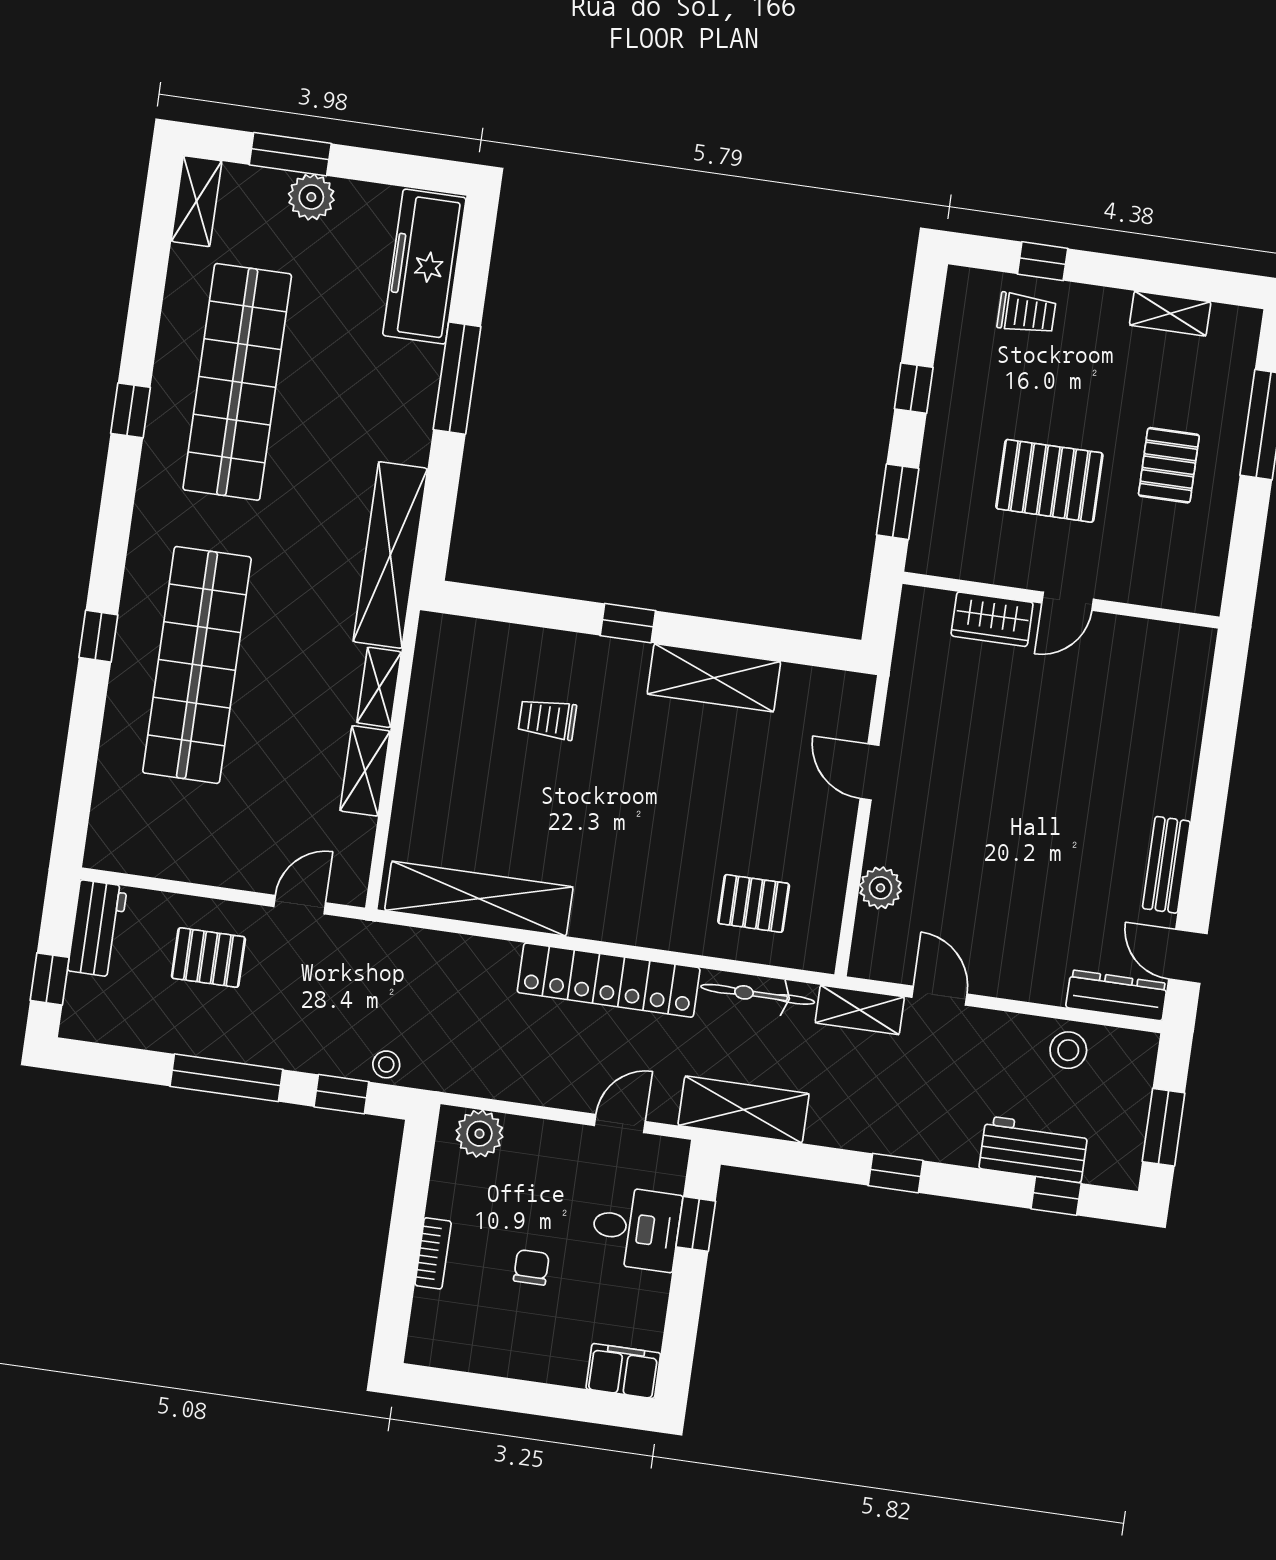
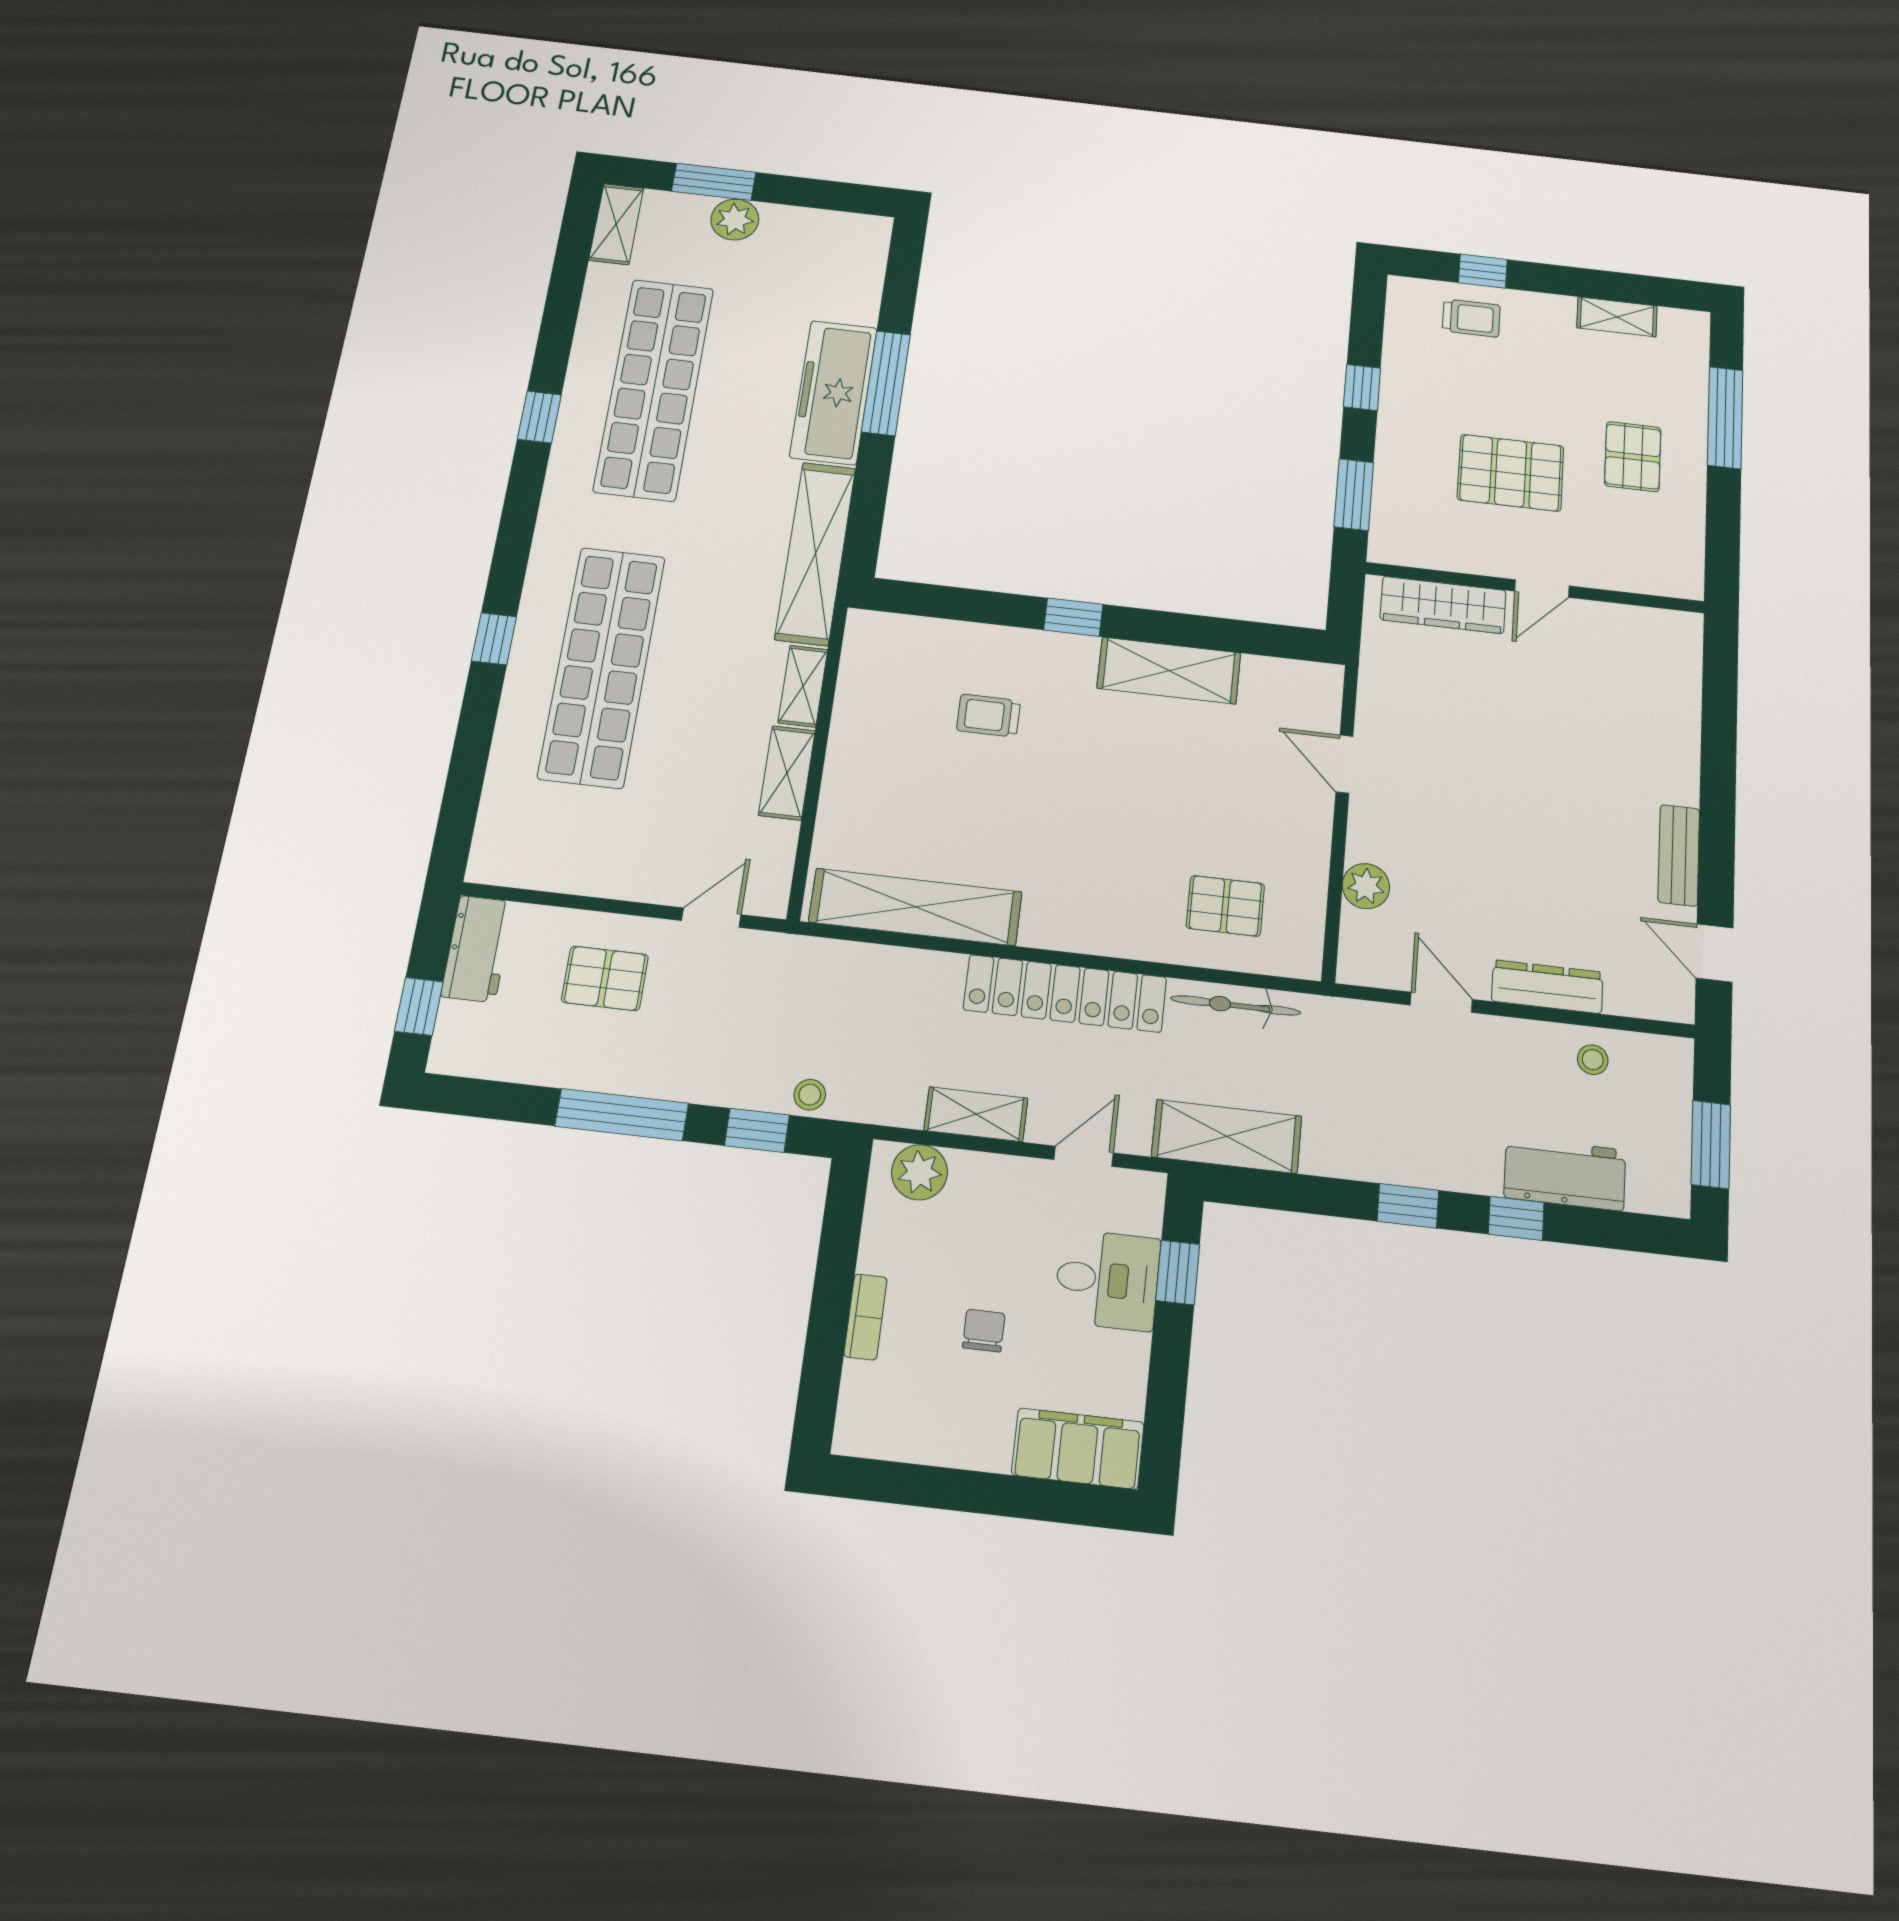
freezer: (424, 267) -> (834, 392), moved
wardrobe: (992, 619) -> (1443, 605), width x1.50
dresser: (1117, 995) -> (1547, 987), moved
shelving: (860, 1010) -> (976, 1114), moved
stool: (1068, 1050) -> (1593, 1060), width x0.73, depth x0.73
window: (1056, 1196) -> (1516, 1218), moved
filing cabinet: (623, 1371) -> (1078, 1449), width x1.50, depth x1.17

